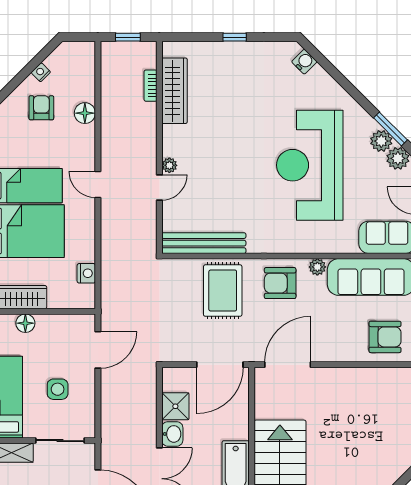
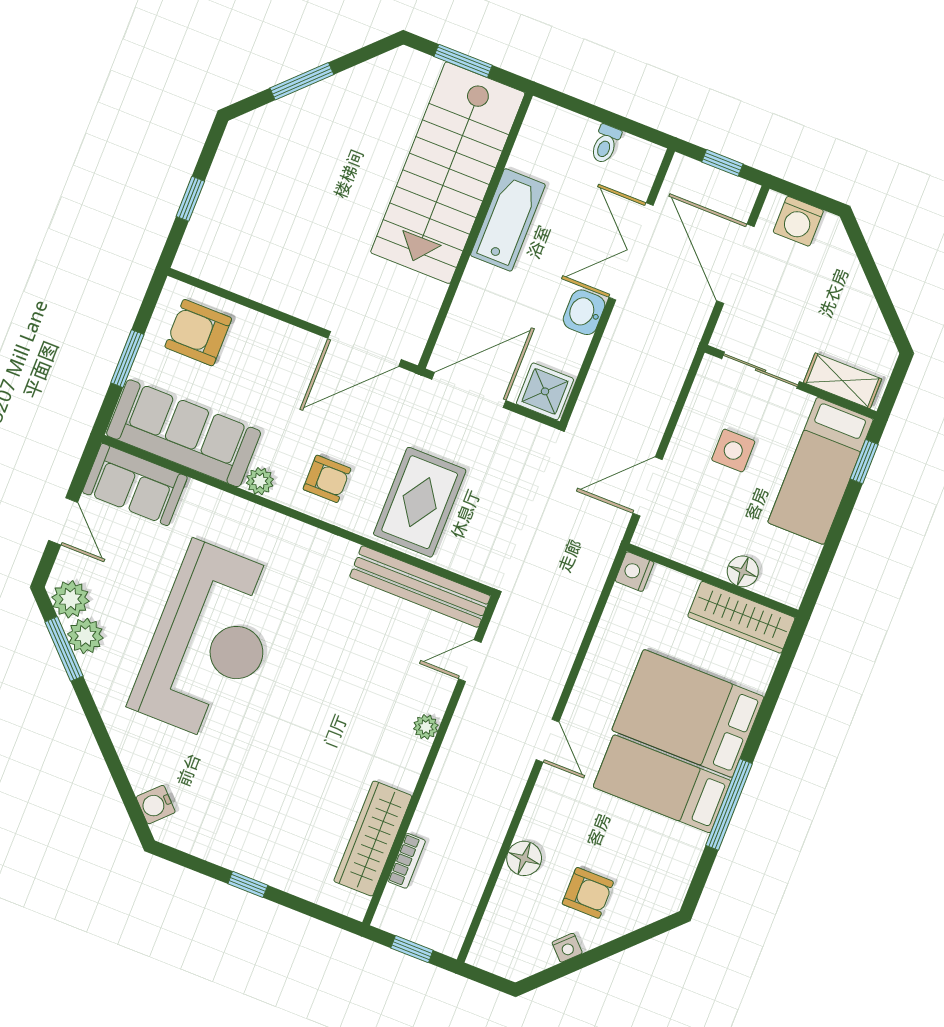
armchair: (41, 108) -> (588, 893), turned -90
door: (159, 187) -> (470, 661), moved
nightstand: (86, 273) -> (635, 572), moved
armchair: (280, 283) -> (327, 479), width x0.72, depth x0.72
shower: (175, 406) -> (545, 391), moved

